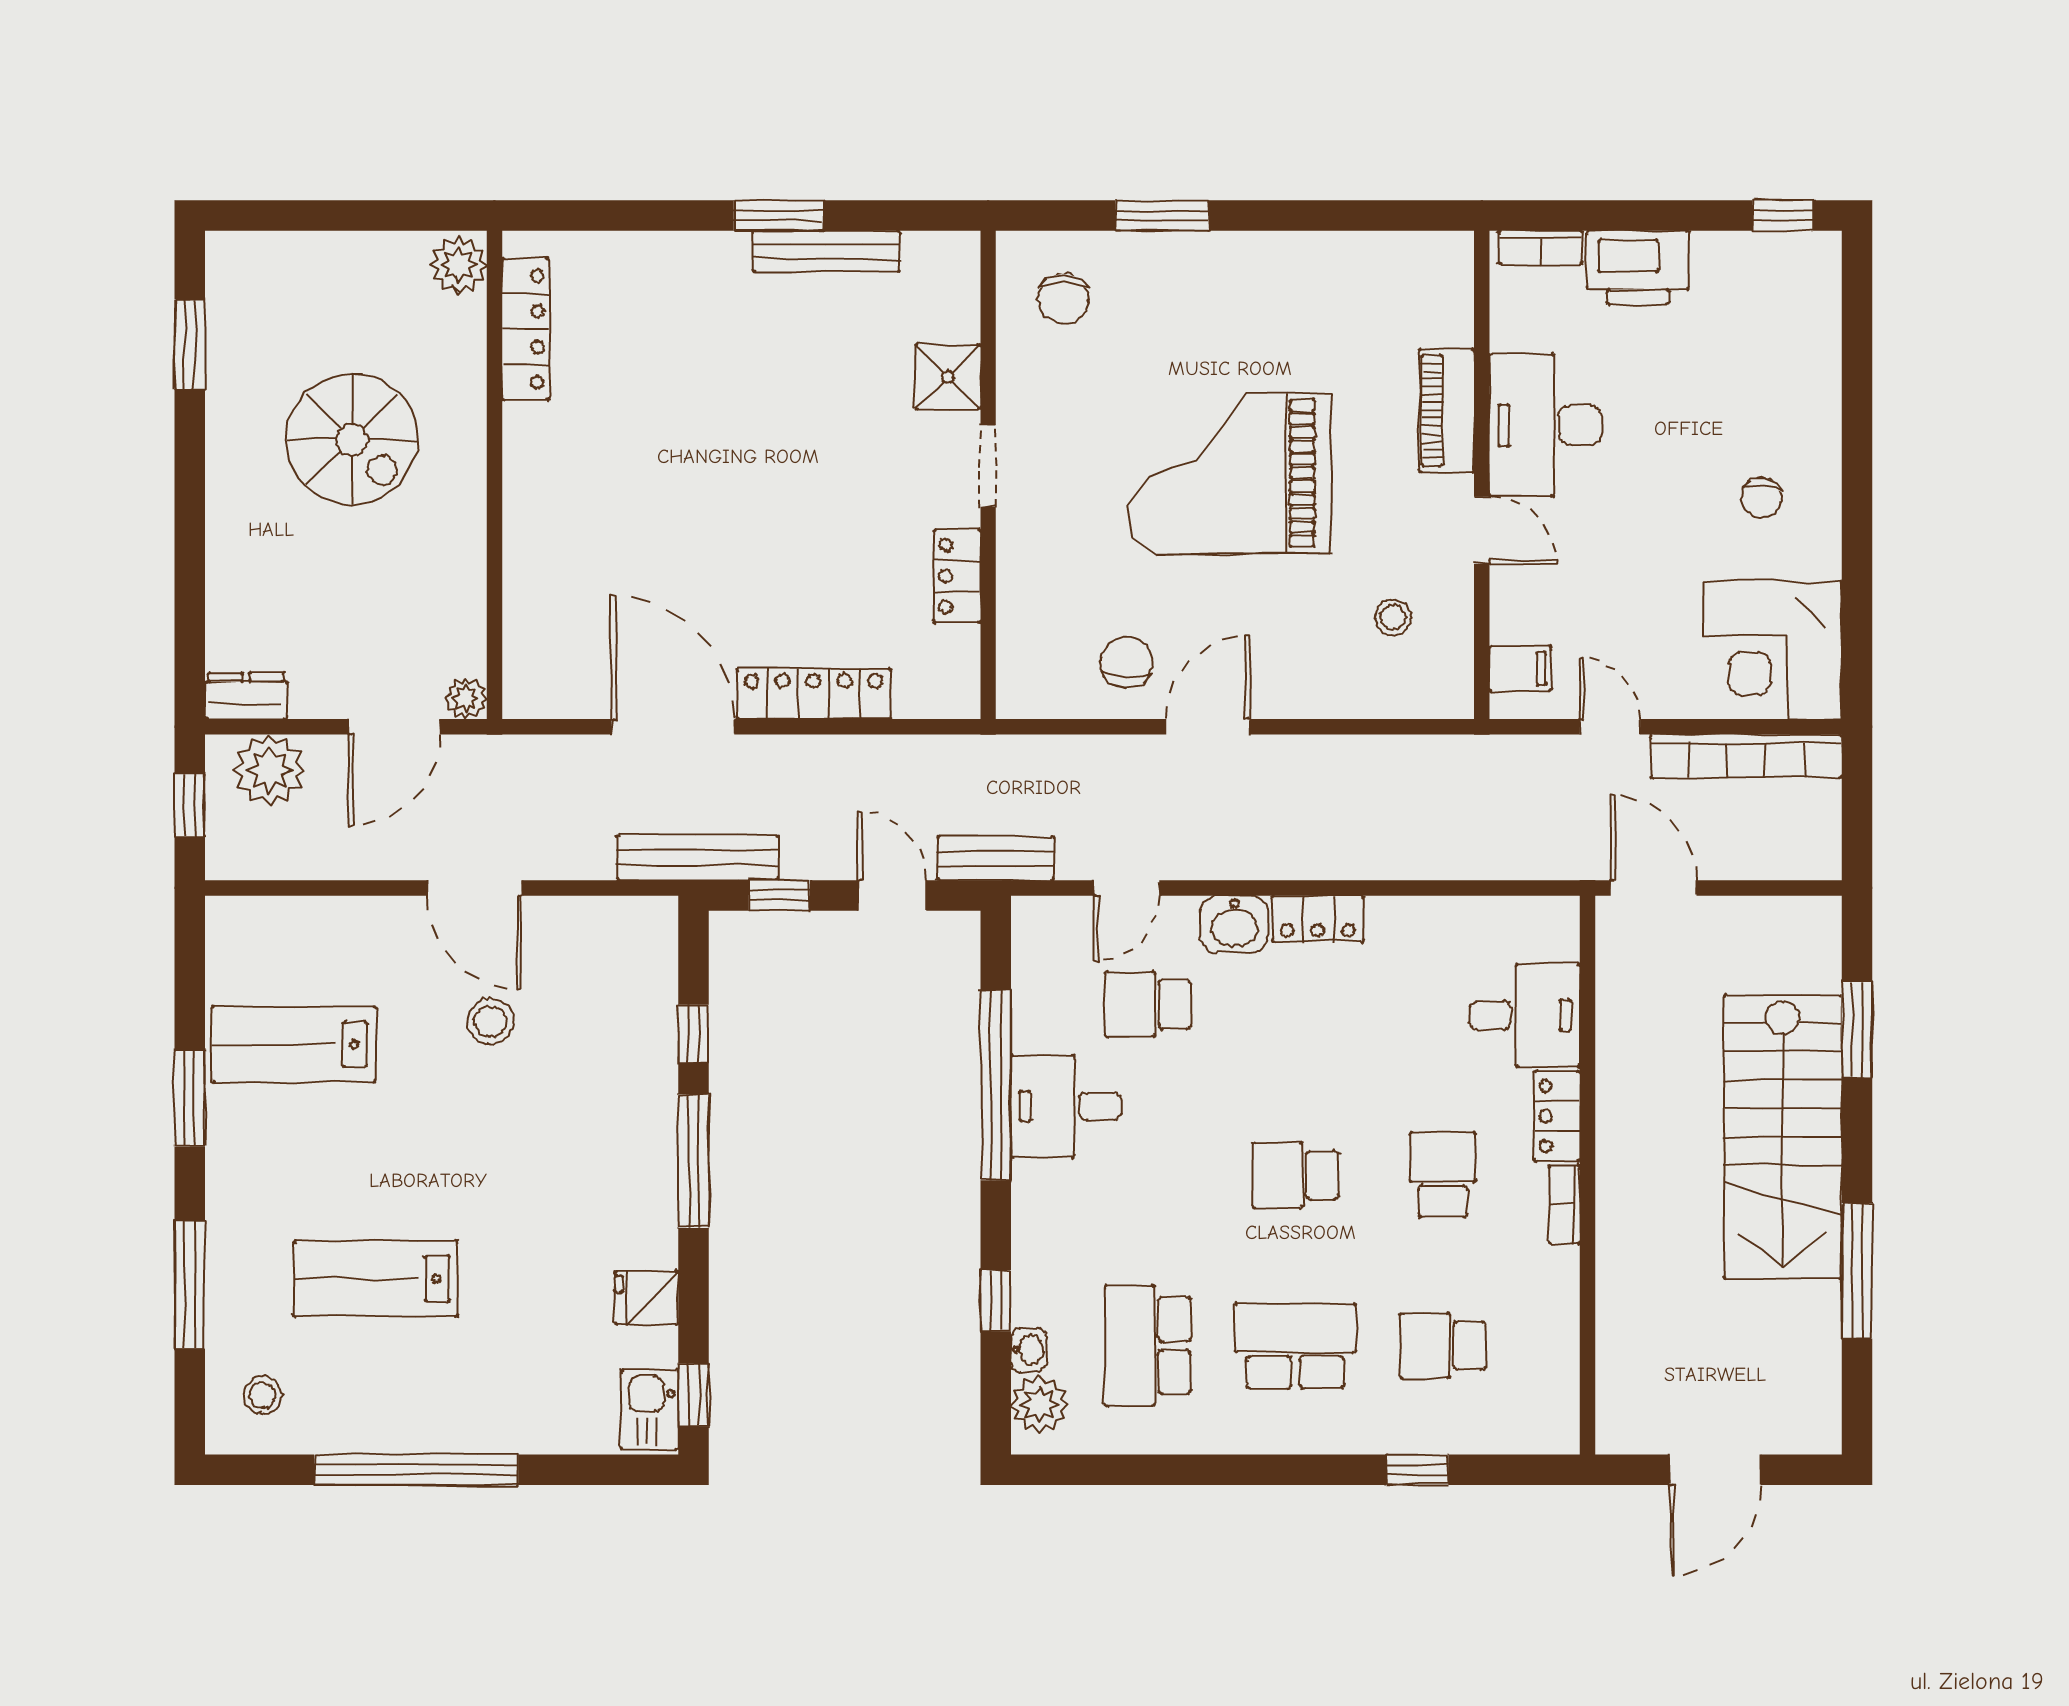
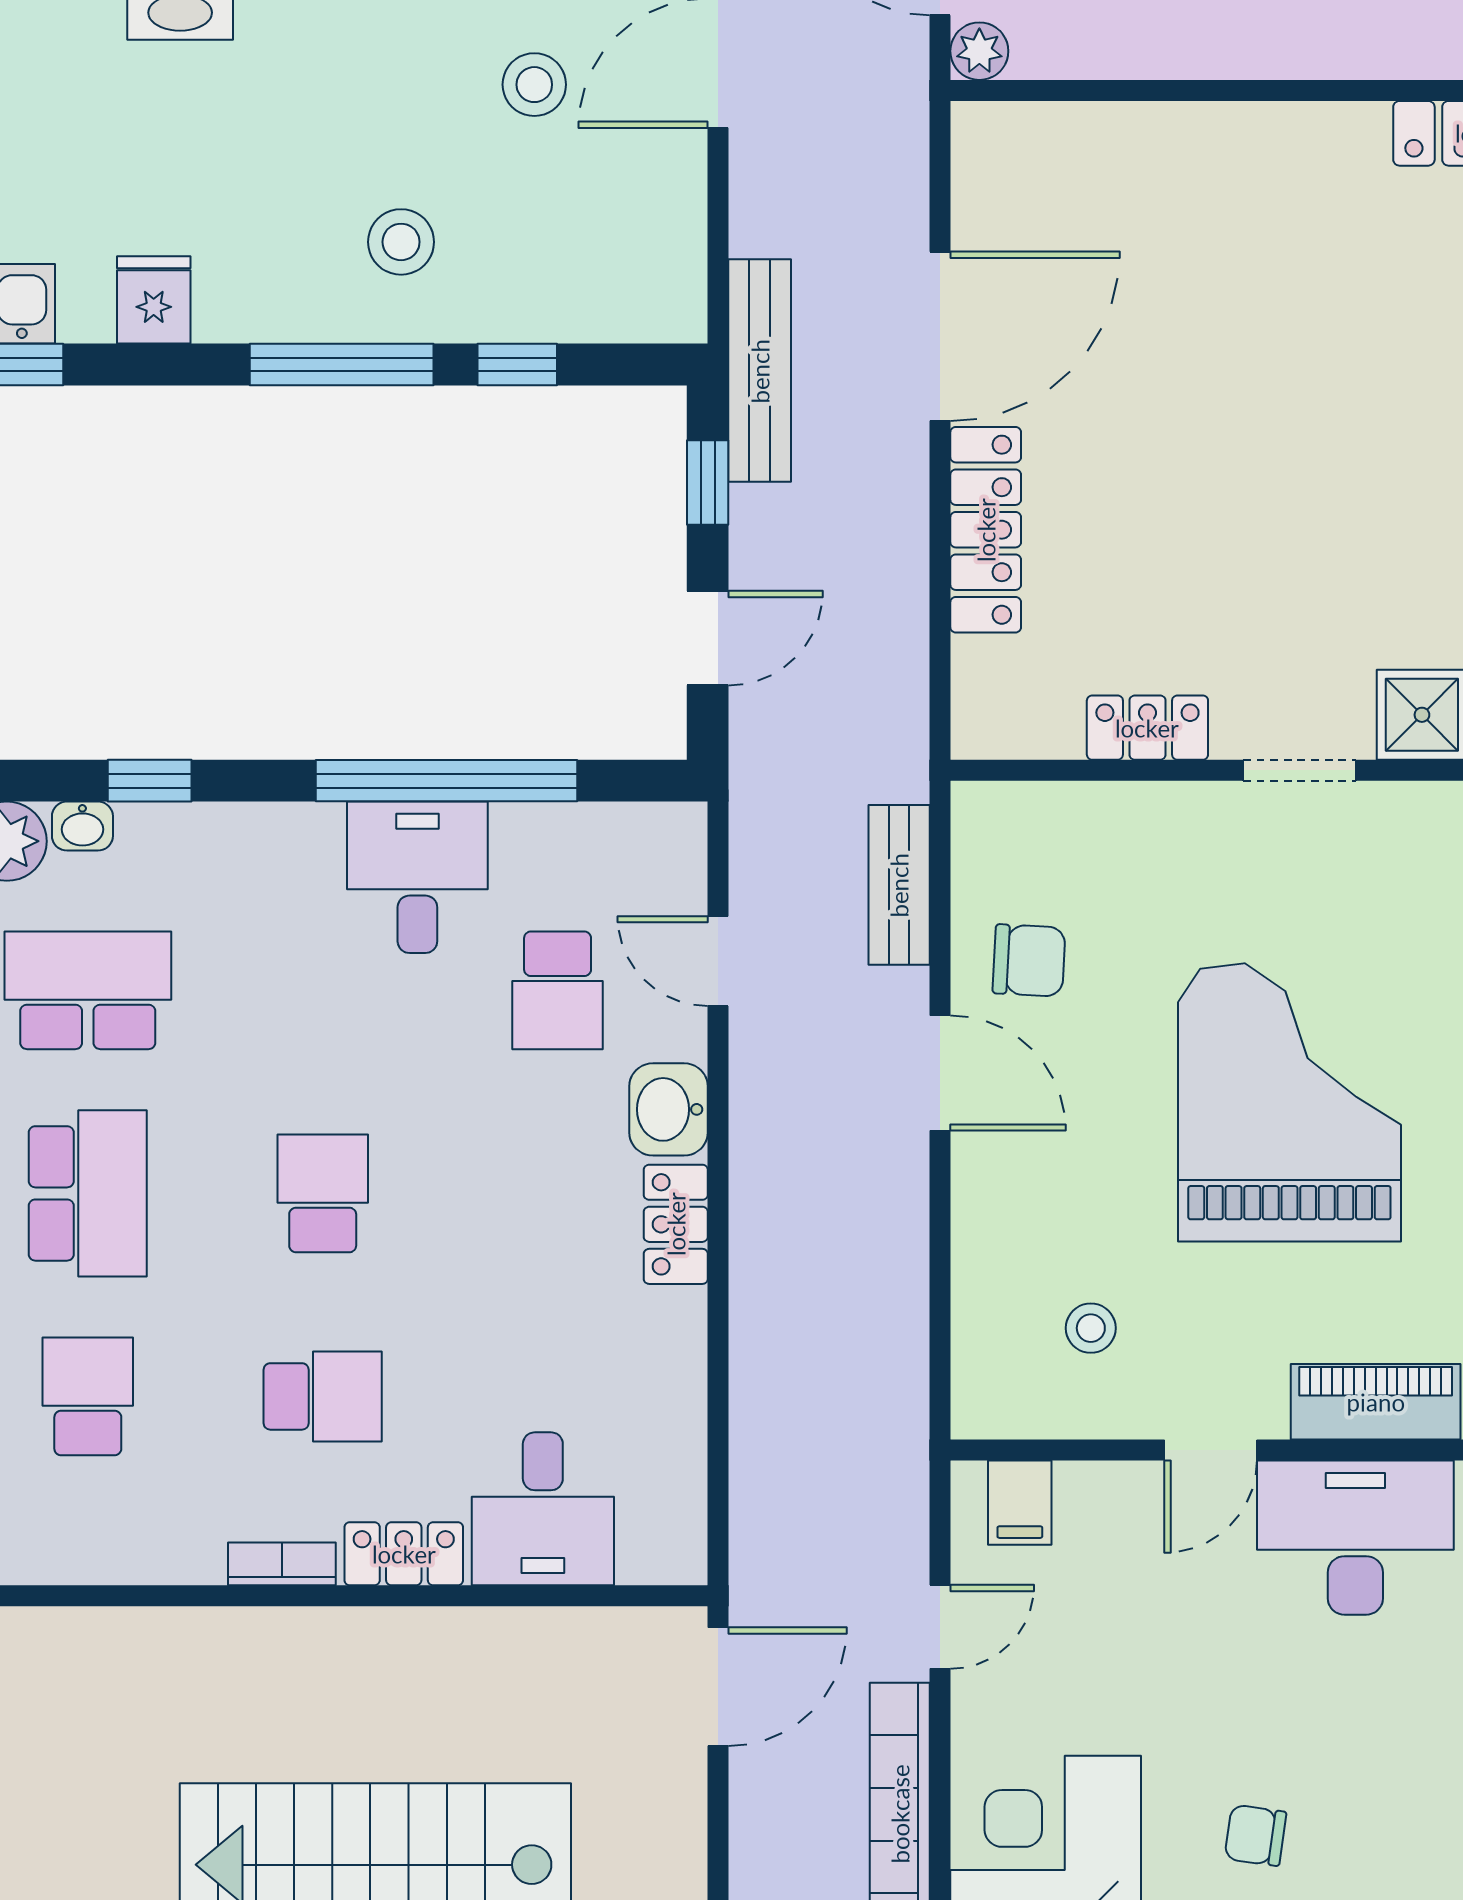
bench: (995, 858) -> (899, 885), moved
school desk: (1148, 1004) -> (558, 990), turned 180
stool: (604, 1118) -> (401, 242), added

